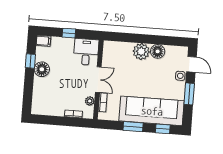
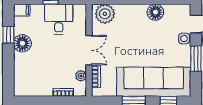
desk: (86, 52) -> (59, 19), moved
plant: (141, 52) -> (105, 14), moved

